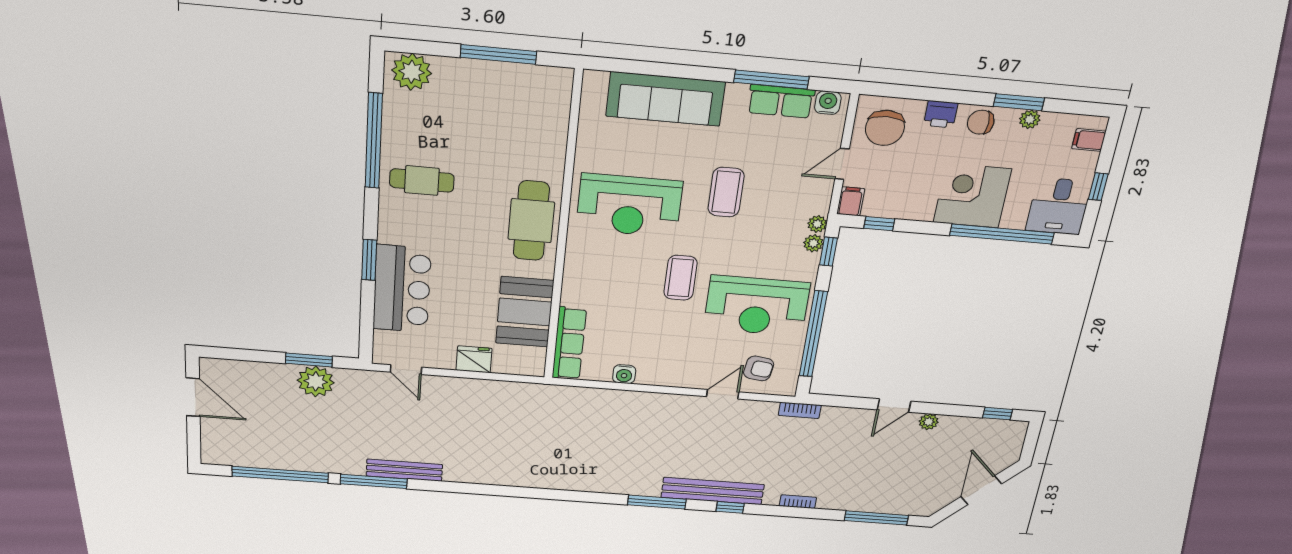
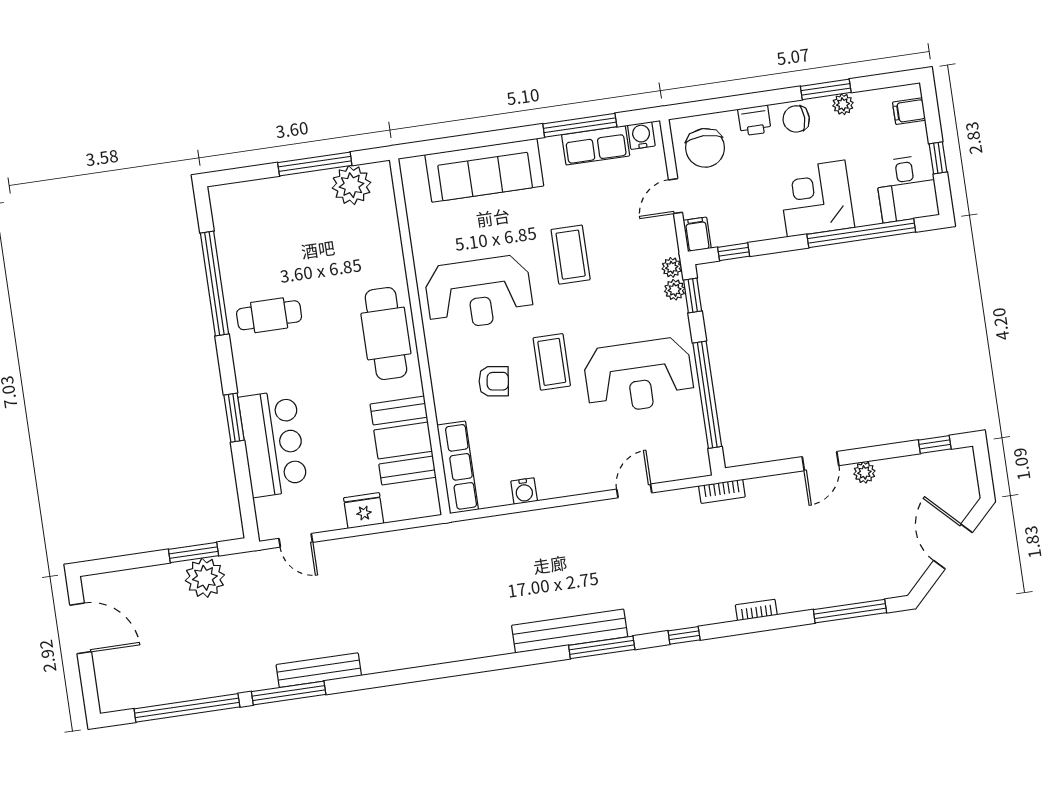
plant: (412, 72) -> (352, 185), moved
armchair: (759, 368) -> (494, 381), moved
bench: (713, 491) -> (570, 631), moved

